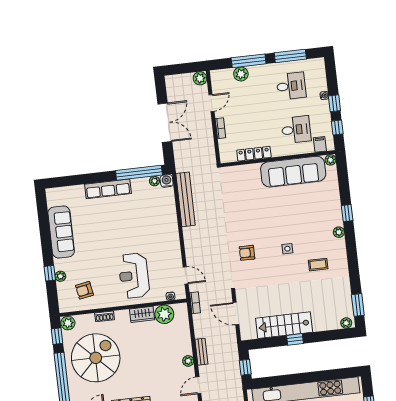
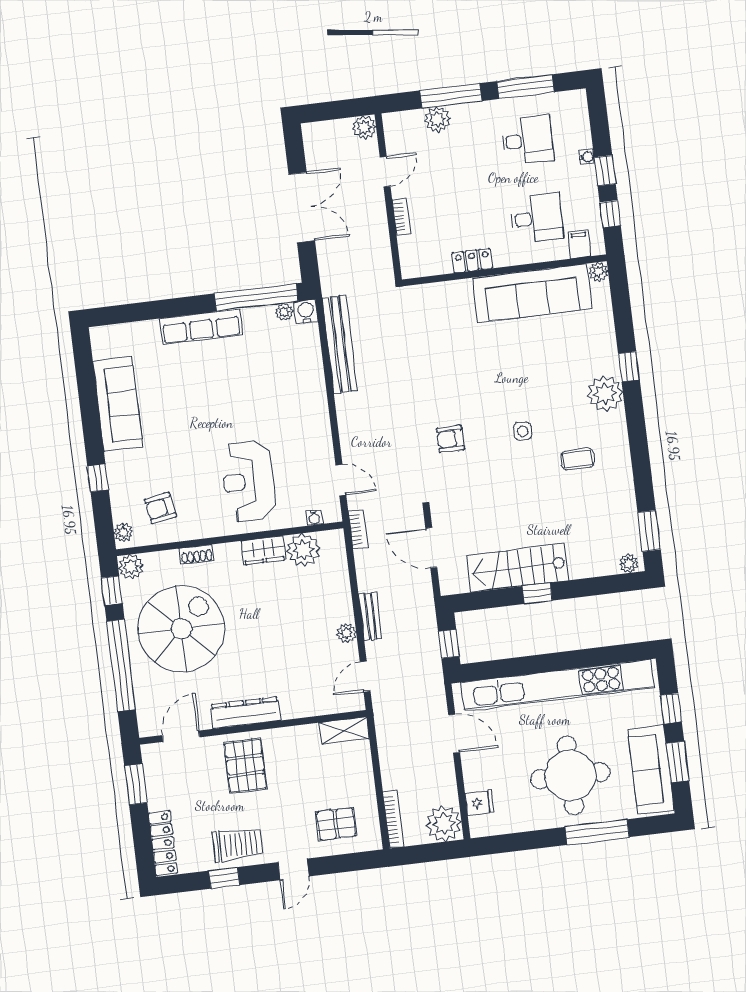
locker: (254, 154) -> (472, 261), width x0.66
plant: (339, 232) -> (605, 394), width x1.87, depth x1.87
plant: (60, 276) -> (123, 532), moved

